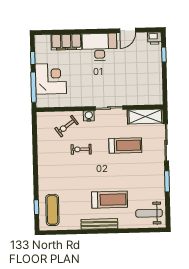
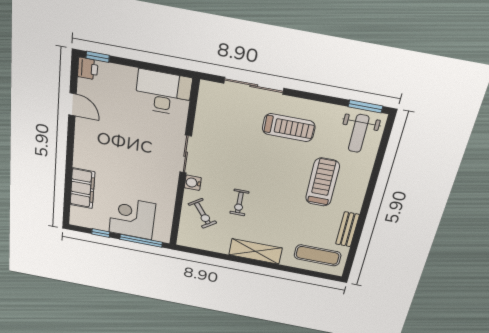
desk: (100, 47) -> (163, 93), moved, turned 90
window: (164, 55) -> (98, 57), moved
shelving: (145, 116) -> (255, 251), moved, turned 90
treadmill: (125, 145) -> (289, 128), moved, turned 90
window: (167, 181) -> (365, 106), moved
window: (36, 207) -> (308, 273), removed
bench: (99, 224) -> (347, 229), moved, width x0.73

